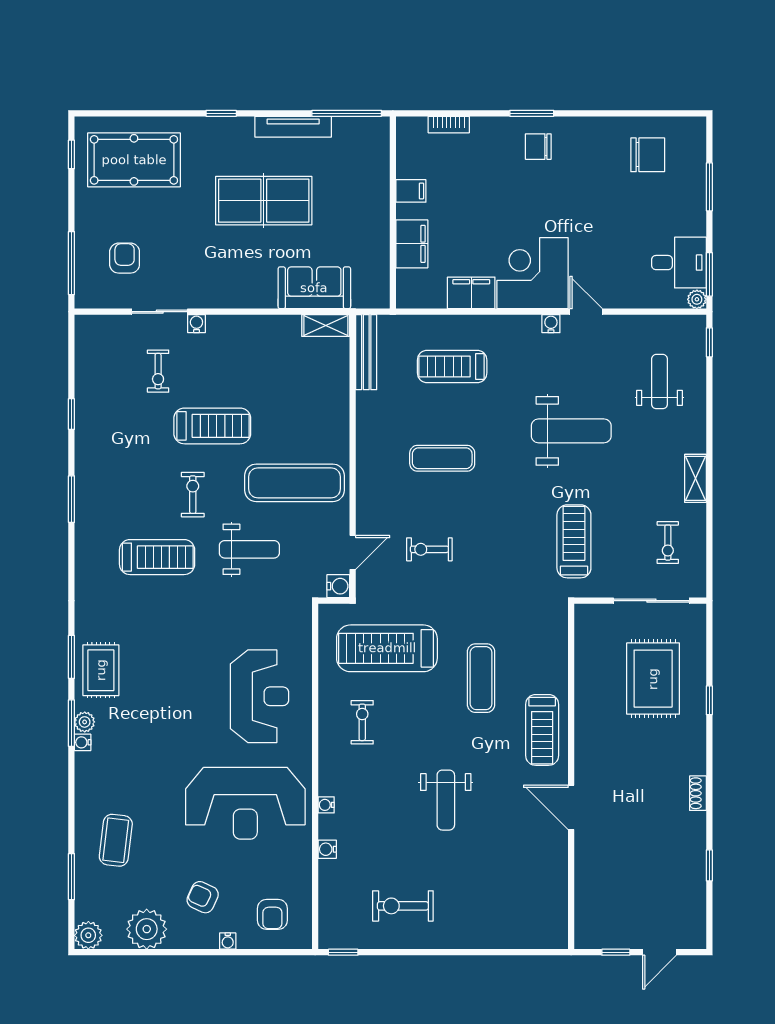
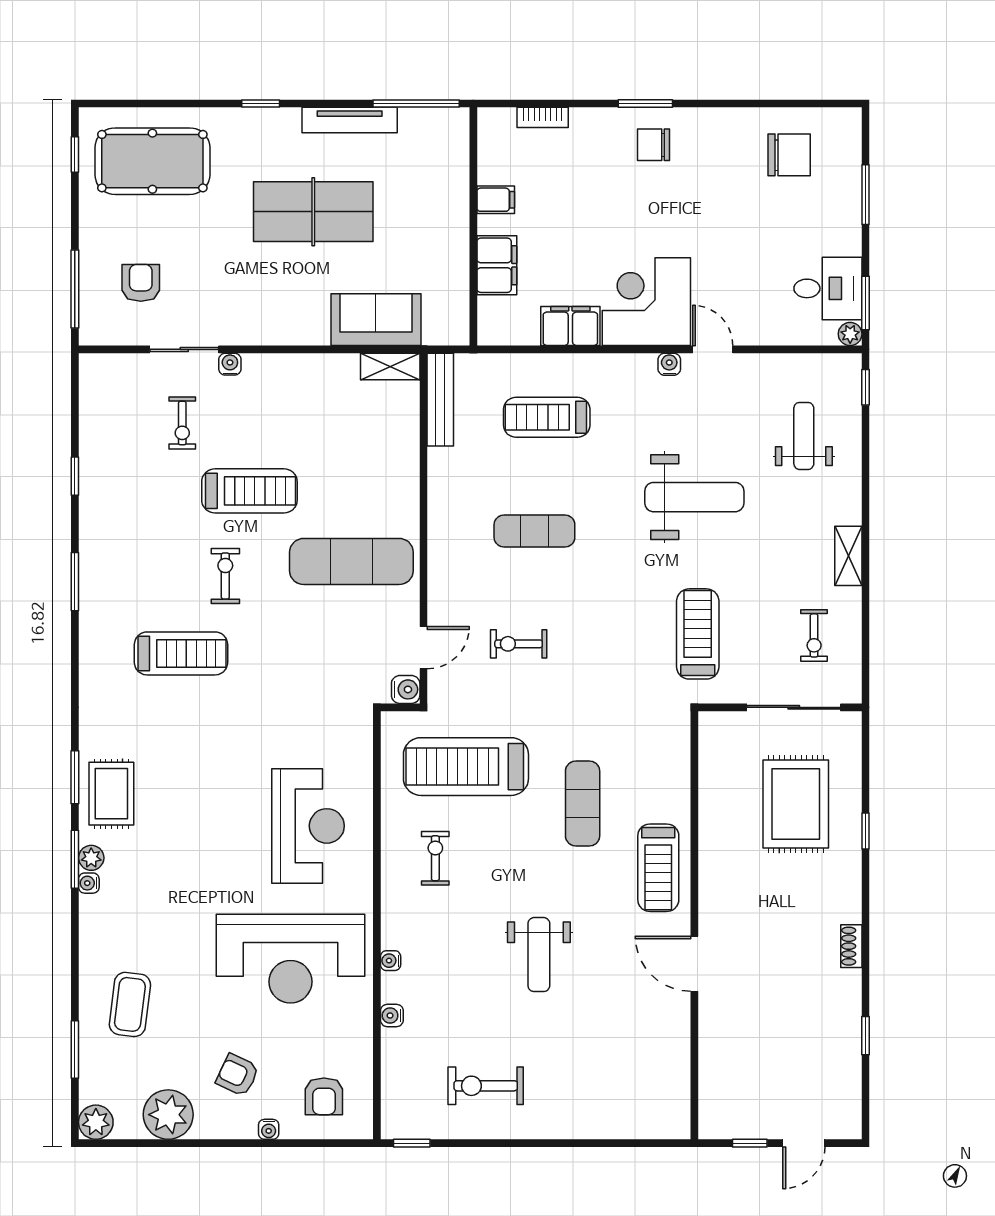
weight bench: (249, 549) -> (295, 644), removed

